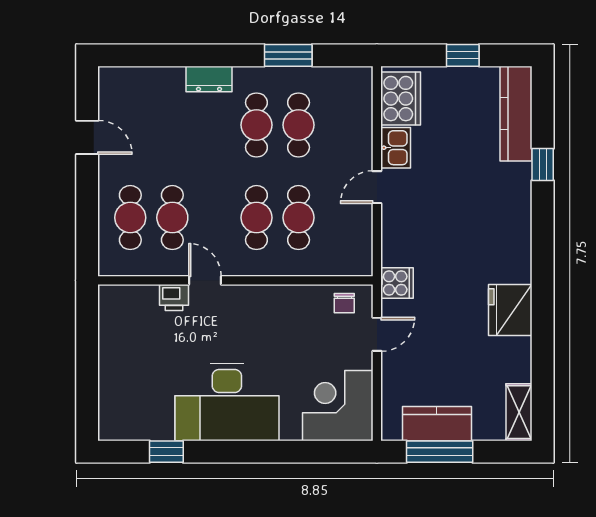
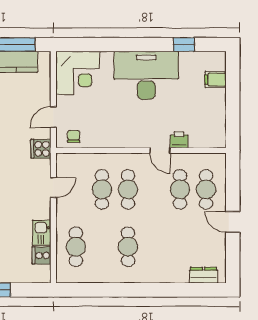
window: (288, 55) -> (108, 290), removed
dresser: (209, 79) -> (203, 275), moved
cooker: (401, 99) -> (42, 255), width x0.53, depth x0.76
cafe table: (299, 125) -> (76, 247), moved
door: (87, 137) -> (233, 222), moved
door: (377, 187) -> (53, 188), moved
filing cabinet: (115, 395) -> (216, 80), added

